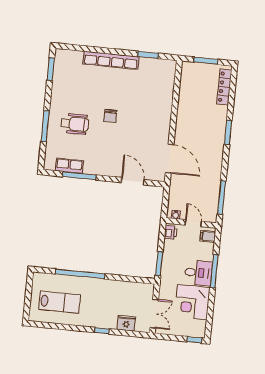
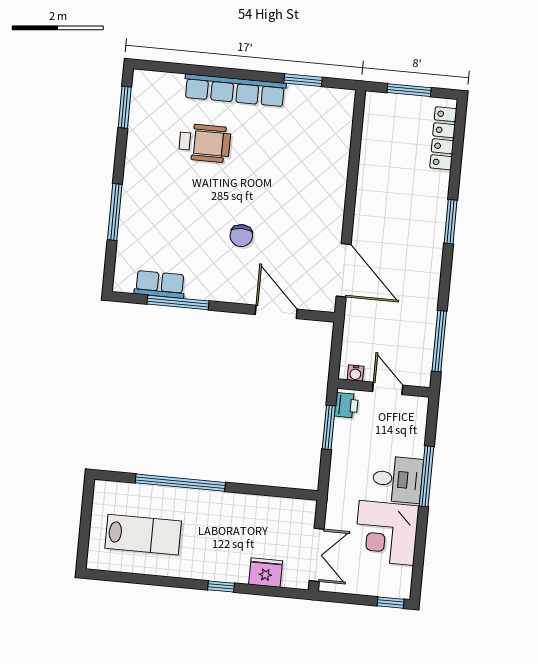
chair: (110, 116) -> (241, 236), moved
wheelchair: (75, 124) -> (205, 143), moved
filing cabinet: (208, 236) -> (415, 412), removed
window: (159, 264) -> (329, 427), moved

